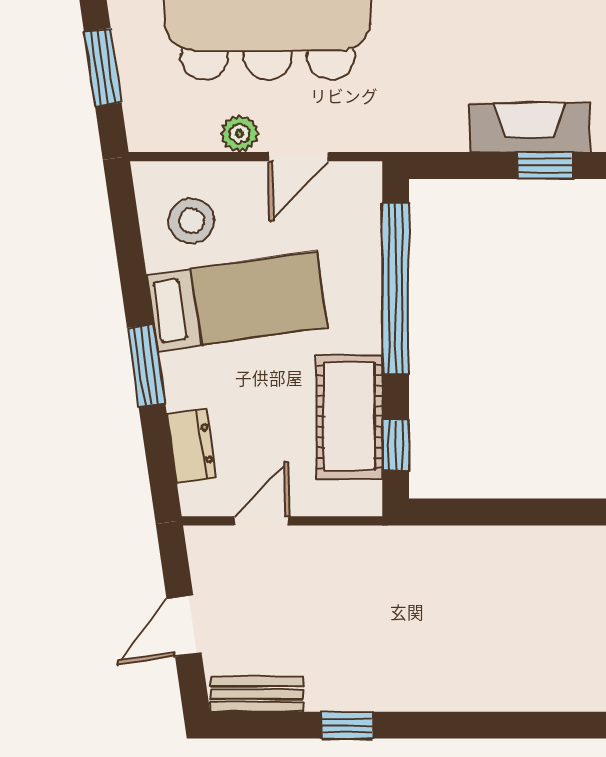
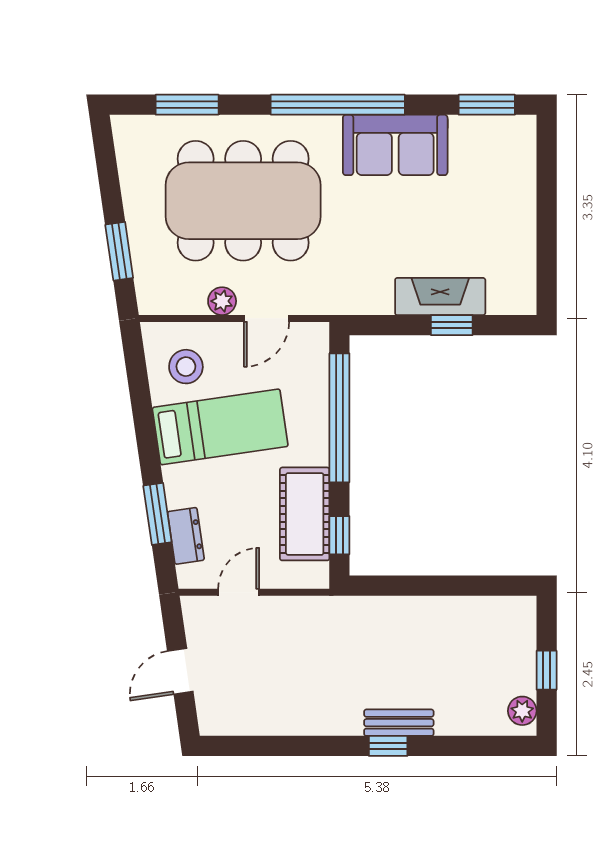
window: (146, 365) -> (157, 514), moved
bench: (257, 694) -> (399, 723), moved
window: (347, 725) -> (388, 746), moved

